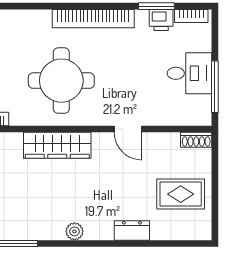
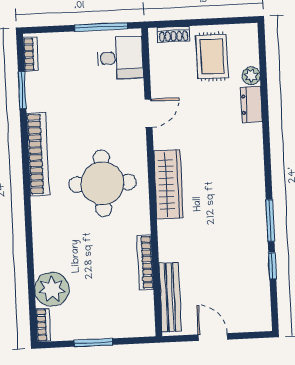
printer: (161, 20) -> (36, 85), removed
desk: (189, 73) -> (120, 58), moved, turned 90
shoe rack: (196, 140) -> (173, 34), moved, turned 90
plant: (74, 231) -> (251, 76), moved

